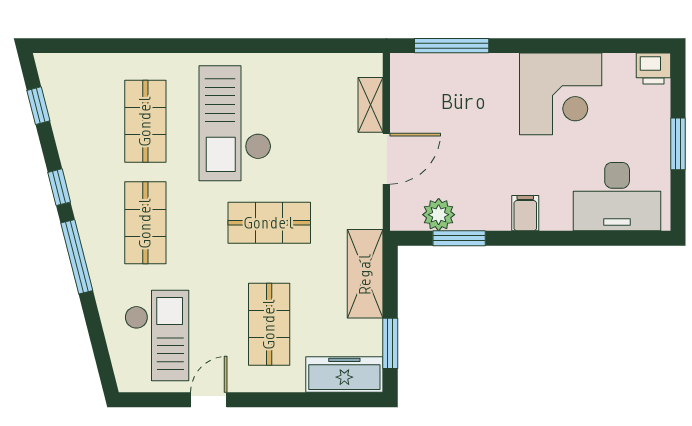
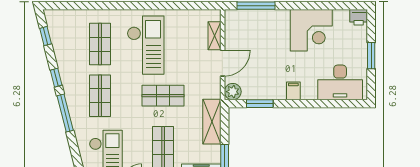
checkout: (235, 123) -> (146, 45), turned 180
plant: (439, 215) -> (233, 92), moved

